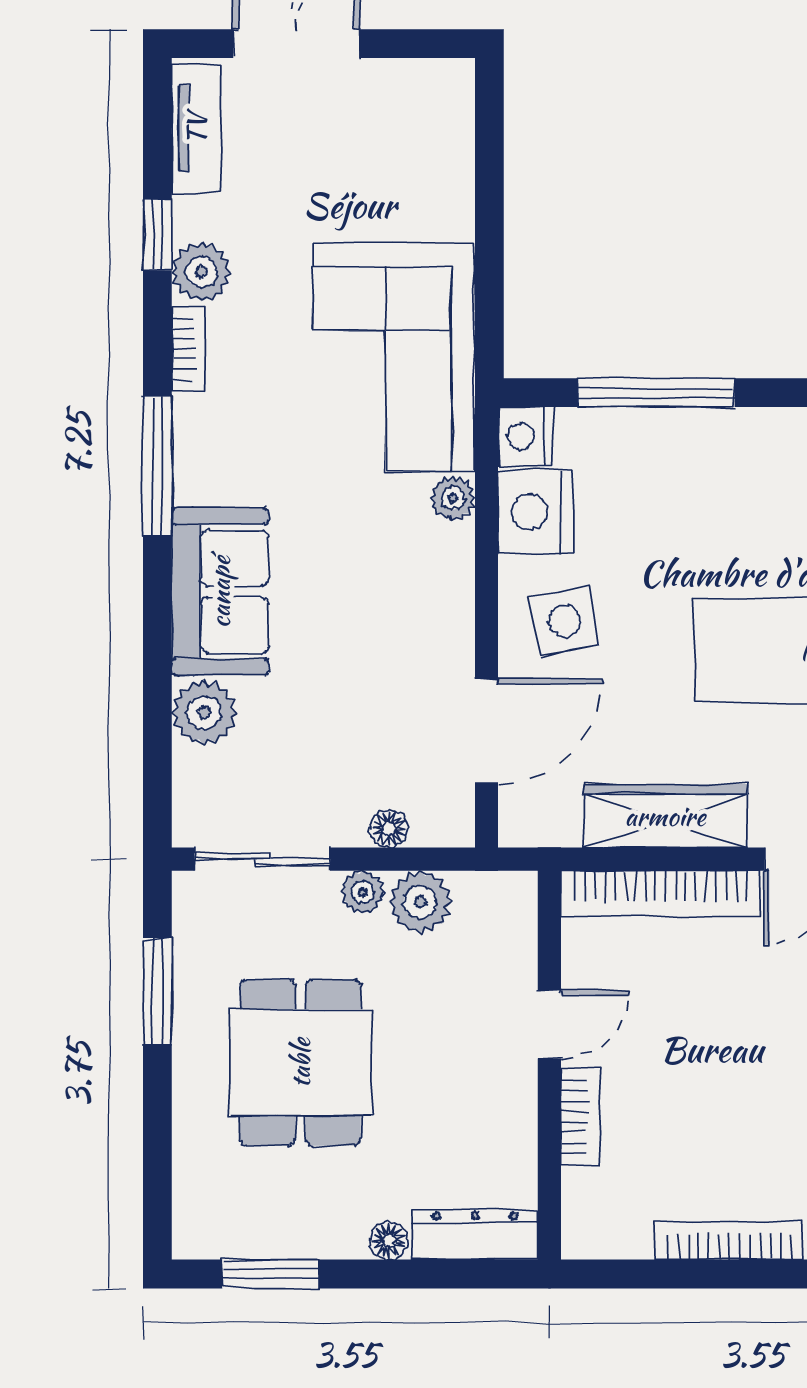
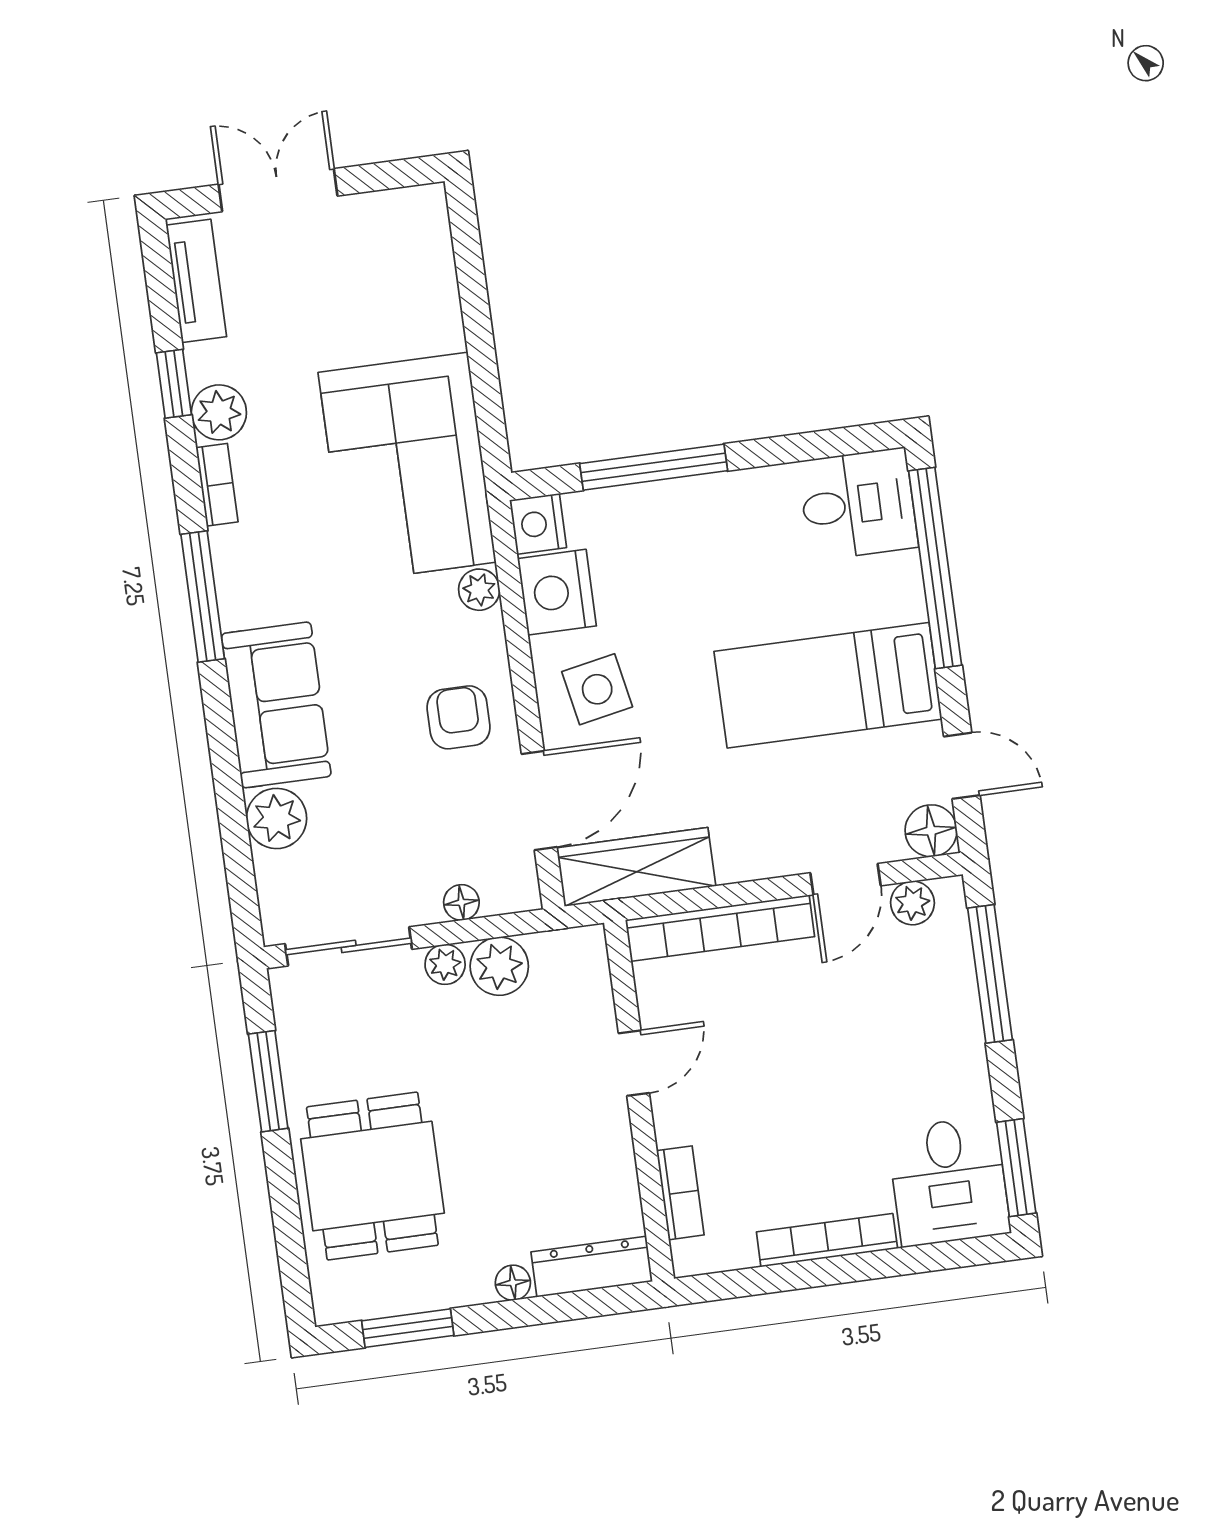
armchair: (412, 631) -> (459, 717), added
wardrobe: (665, 816) -> (636, 867), moved
dining table: (300, 1063) -> (372, 1176), moved
bookcase: (580, 1117) -> (680, 1193), moved

